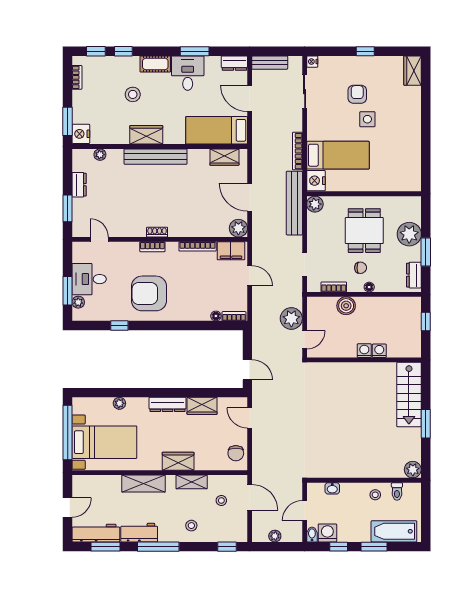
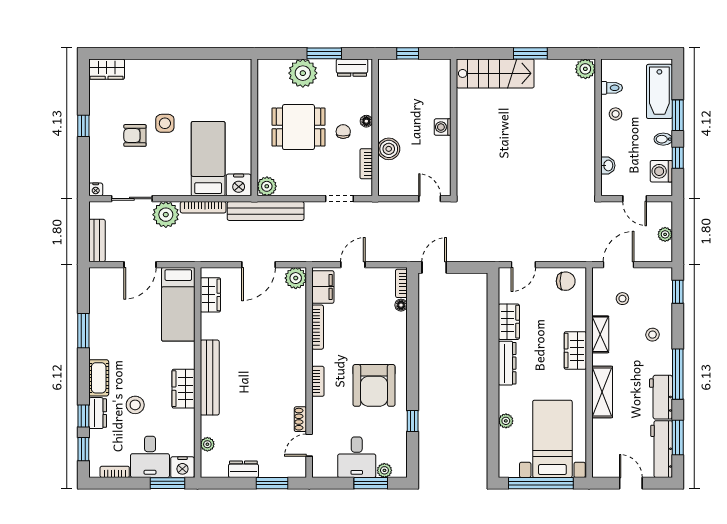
dresser: (234, 63) -> (98, 413), moved
desk: (188, 73) -> (150, 457), moved, turned -90
shoe rack: (157, 232) -> (300, 419), moved
plant: (291, 318) -> (166, 215), moved
washing machine: (379, 351) -> (443, 109), removed
door: (247, 370) -> (434, 267), moved
bidet: (312, 534) -> (663, 139), moved

